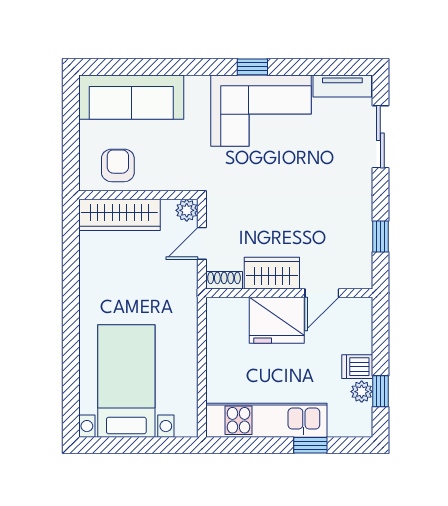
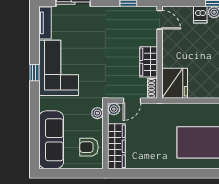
plant: (179, 180) -> (97, 113), added
door: (202, 243) -> (132, 101), hinge flipped
door: (322, 293) -> (160, 20), moved
fridge: (277, 320) -> (175, 83), moved

